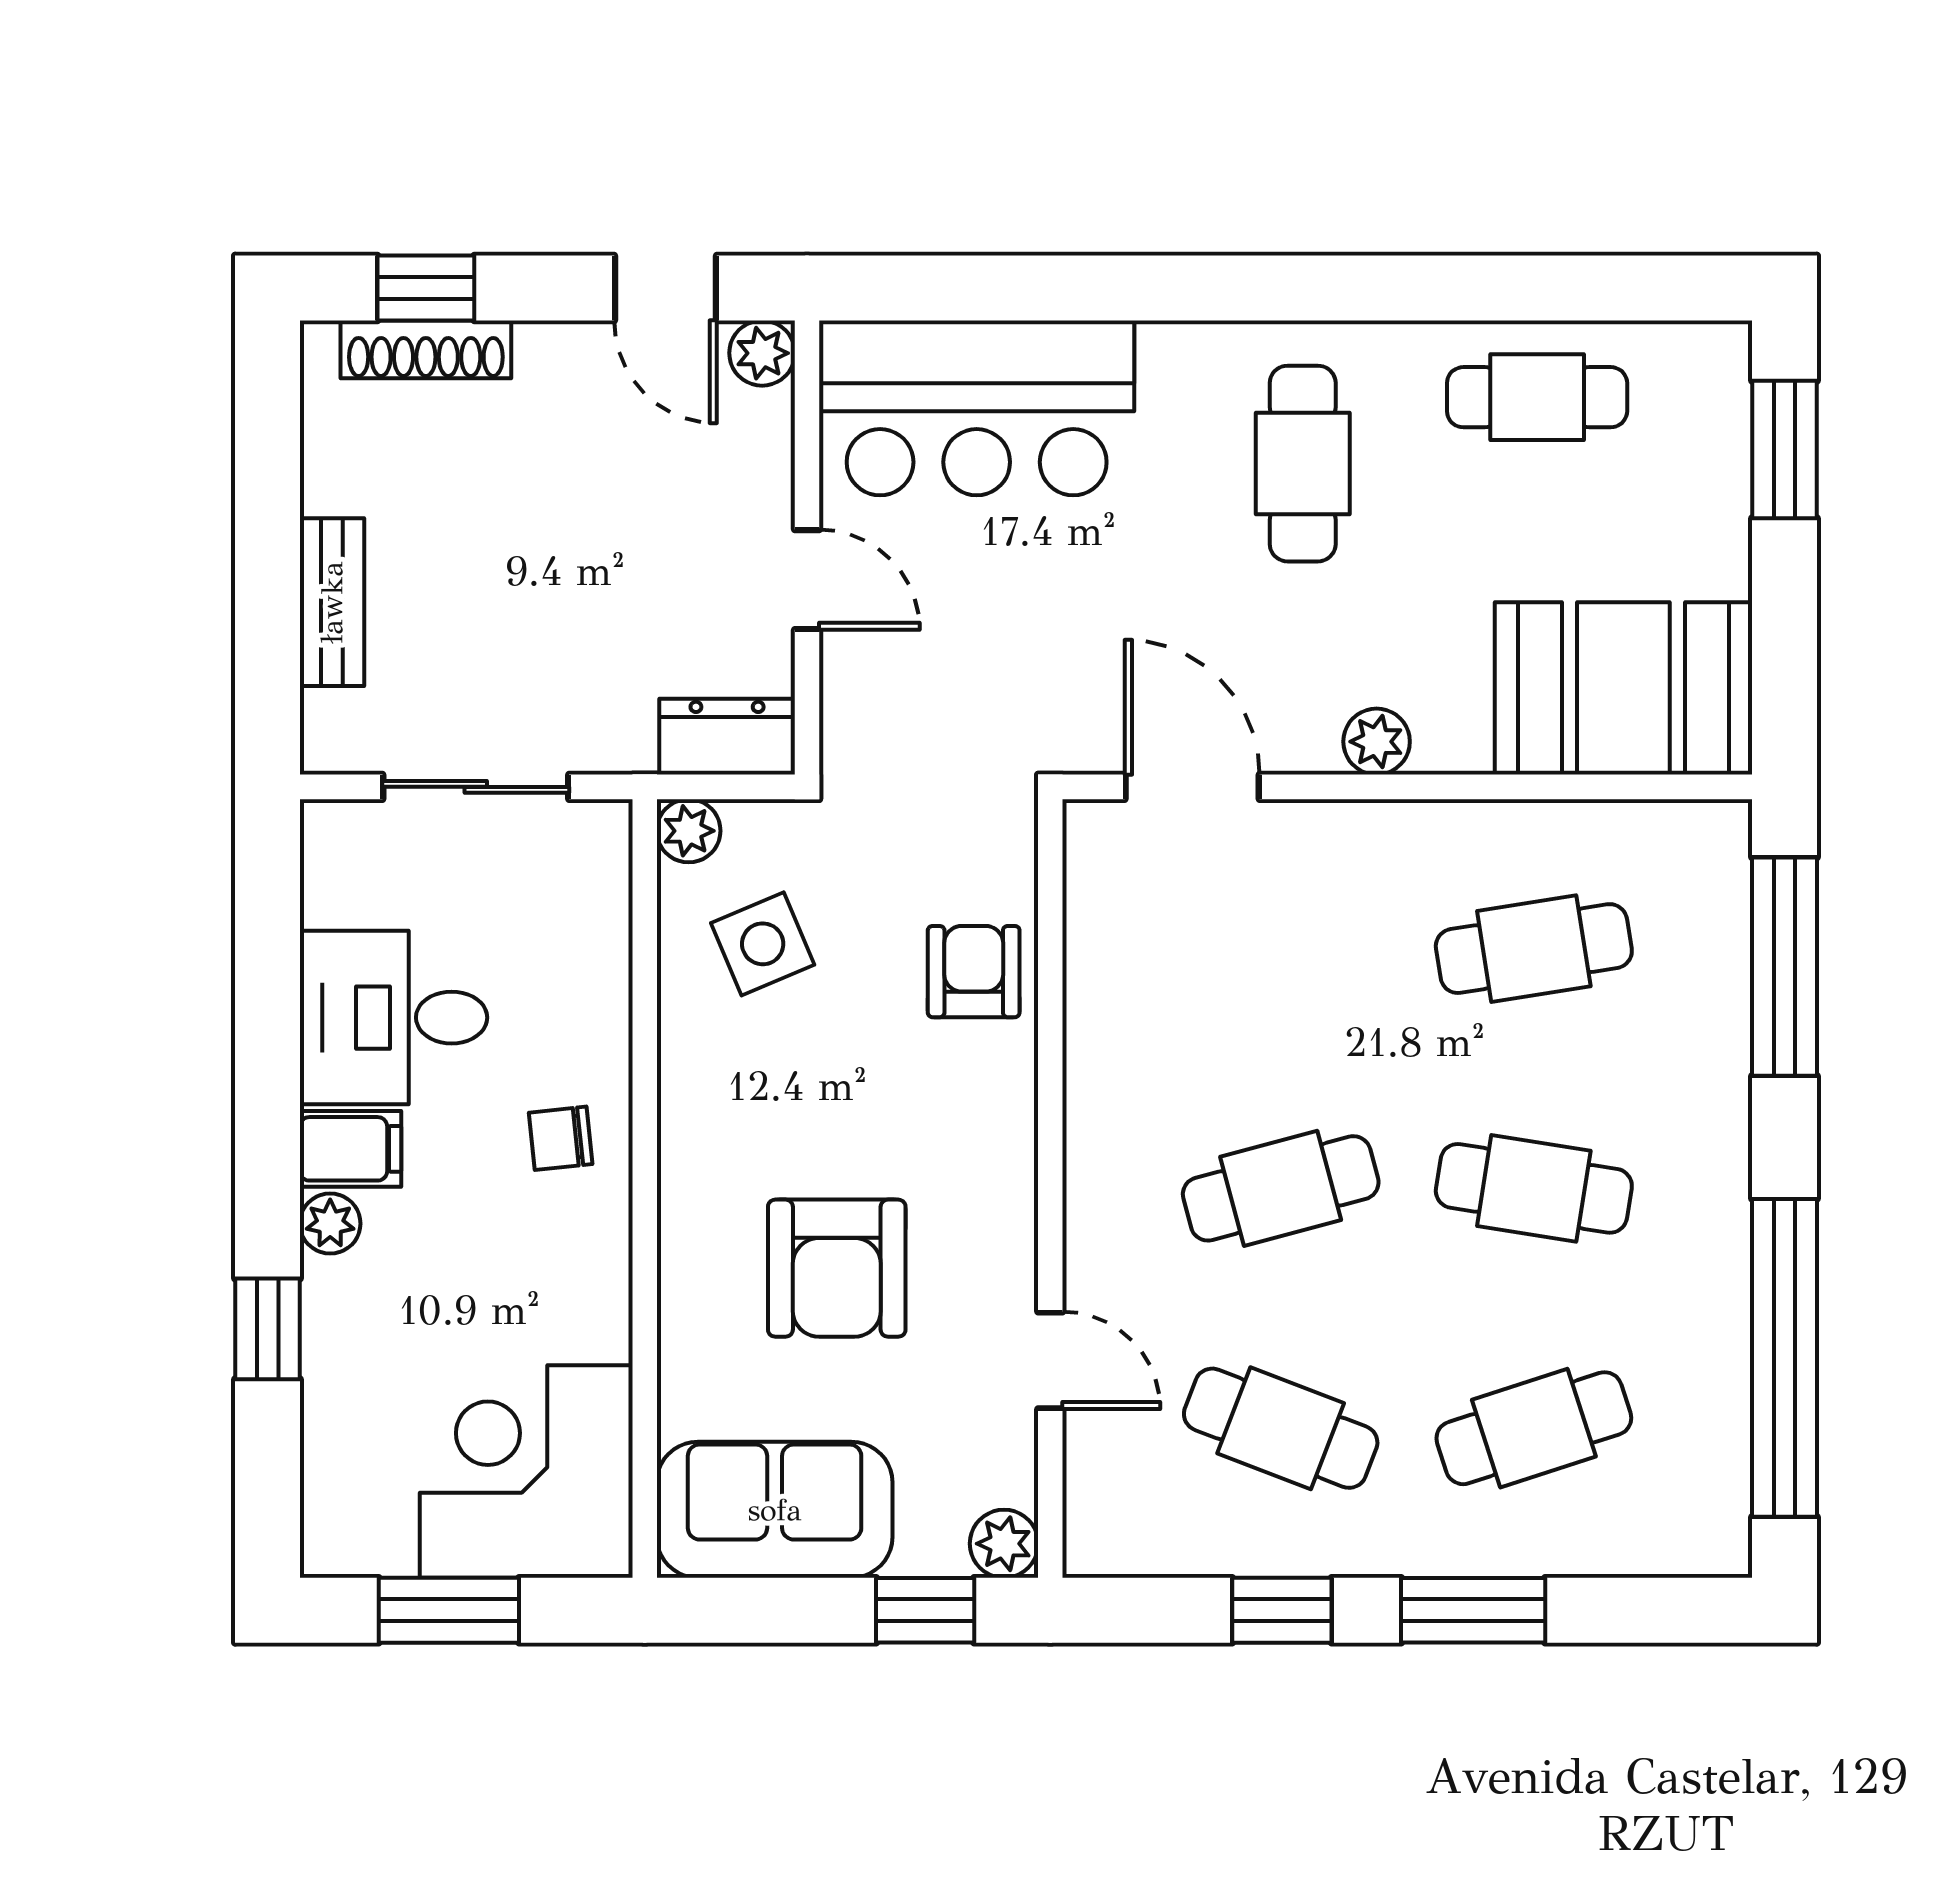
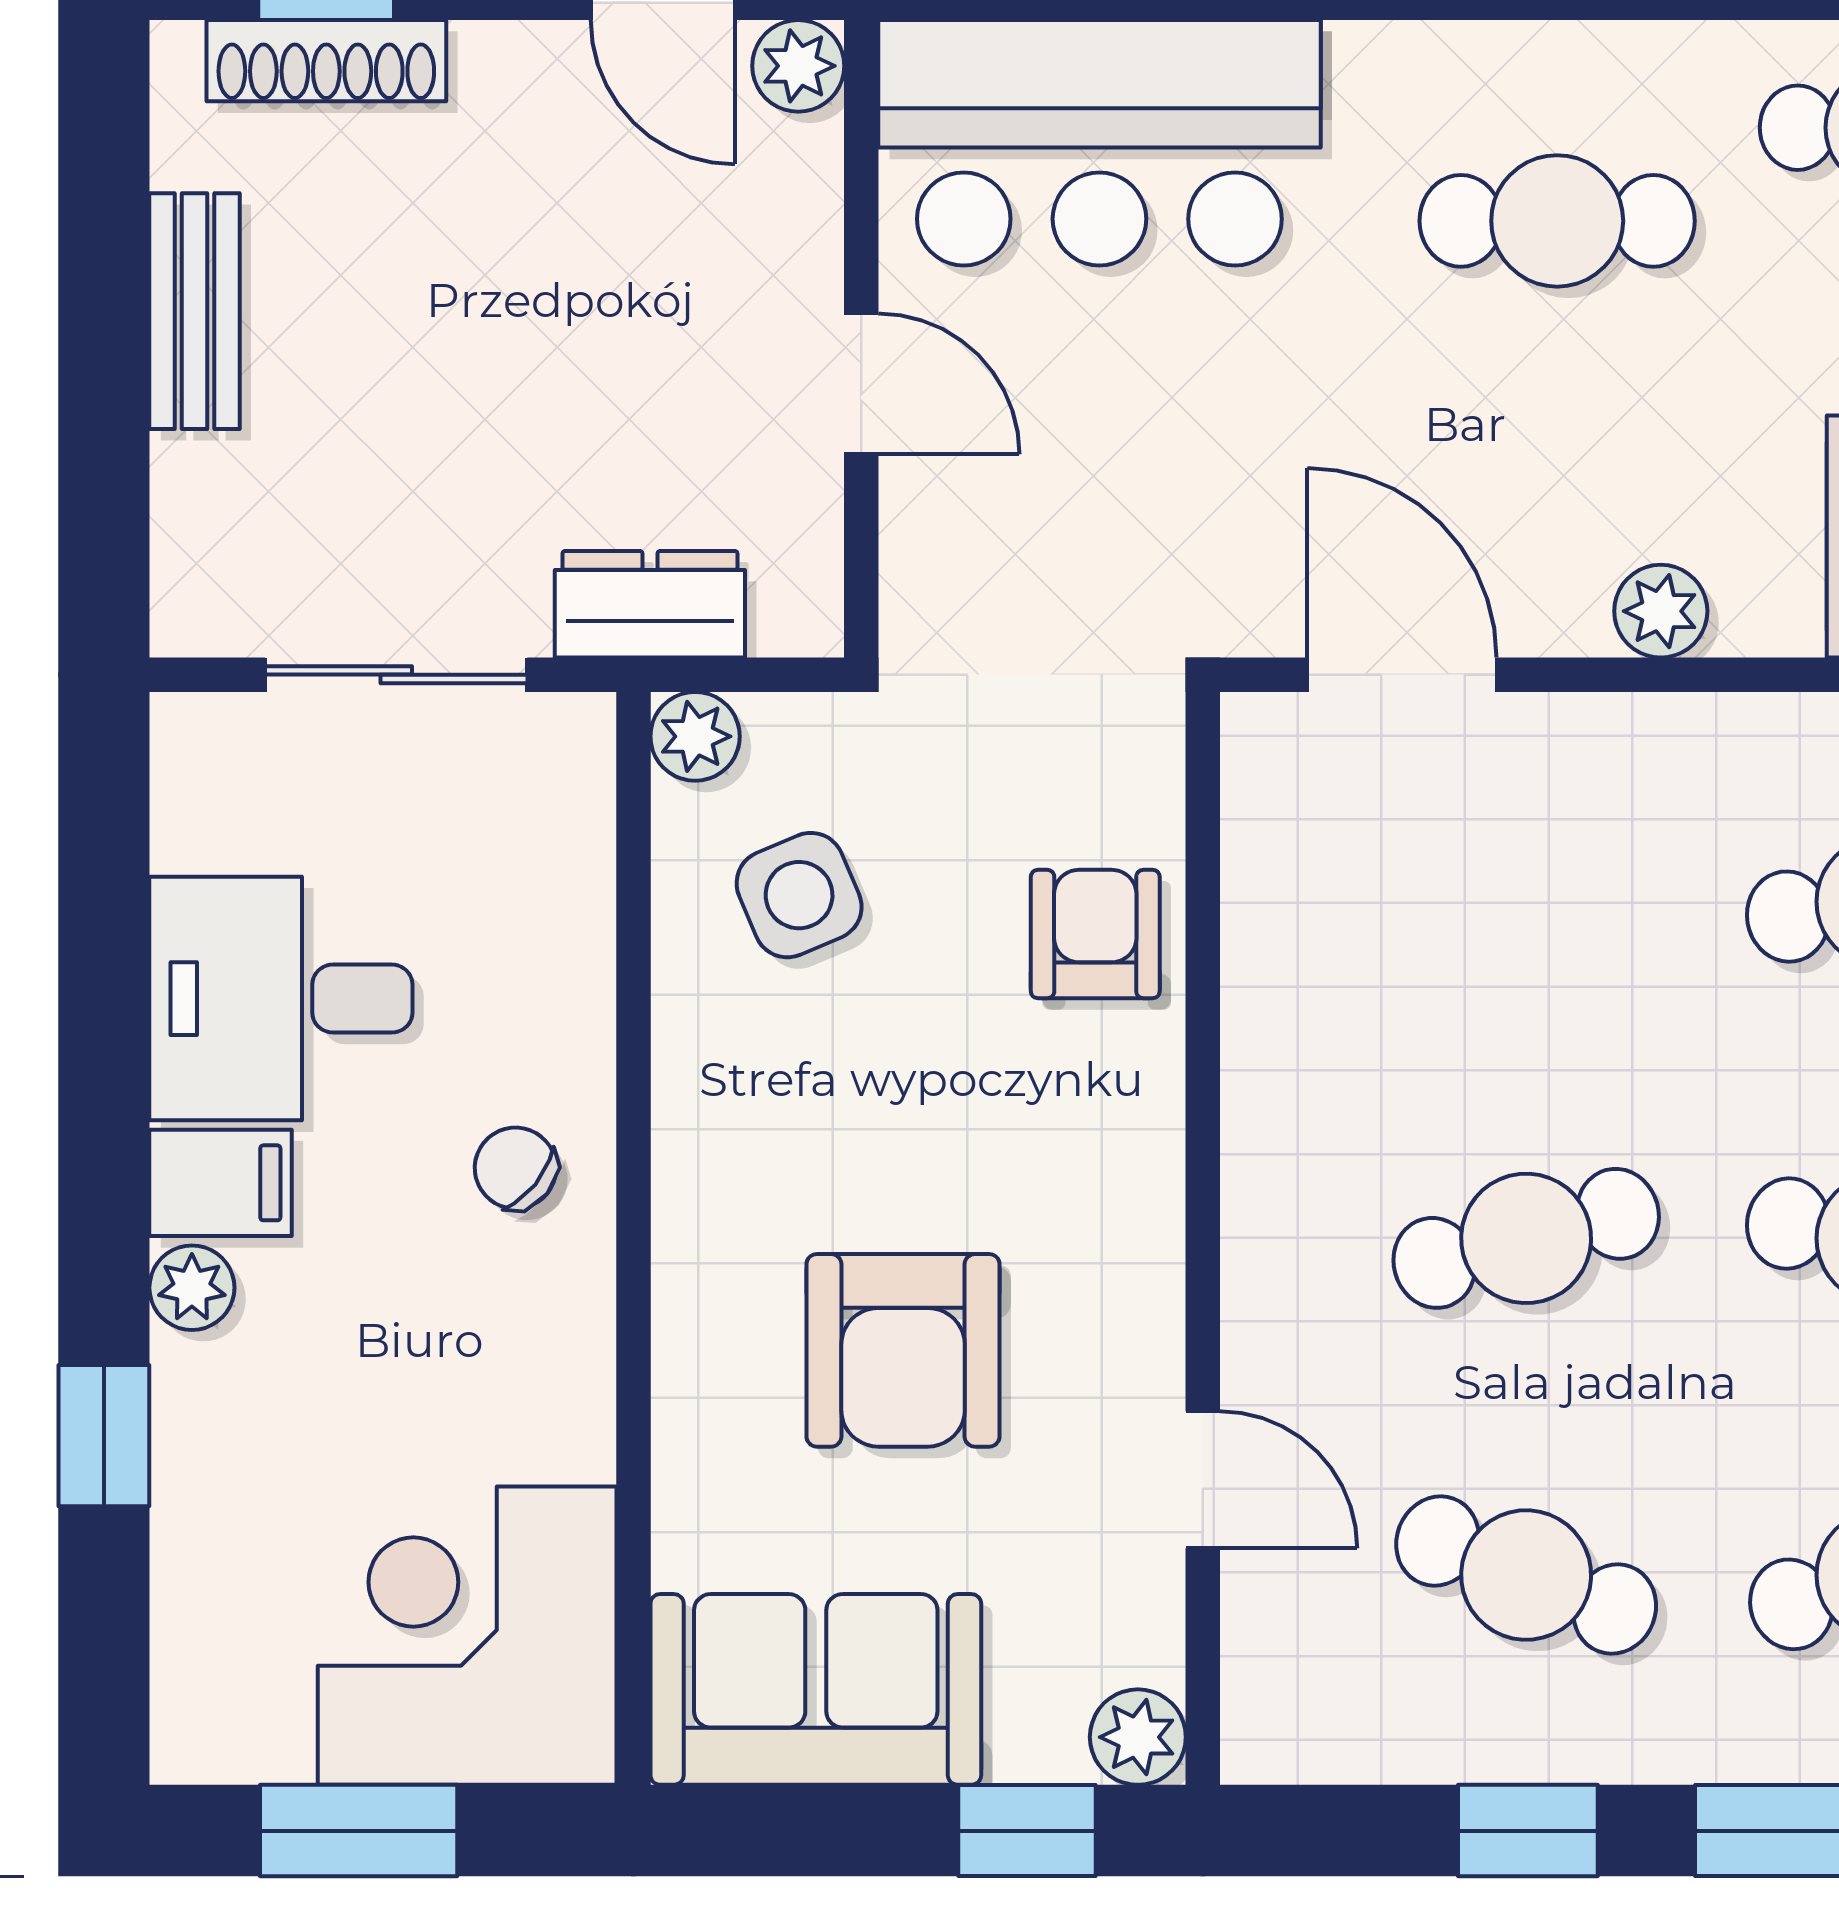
cafe table: (1303, 464) -> (1557, 221), turned 90
bench: (332, 602) -> (195, 311), moved
dresser: (727, 737) -> (650, 604), moved
chair: (561, 1138) -> (515, 1168), turned 45

